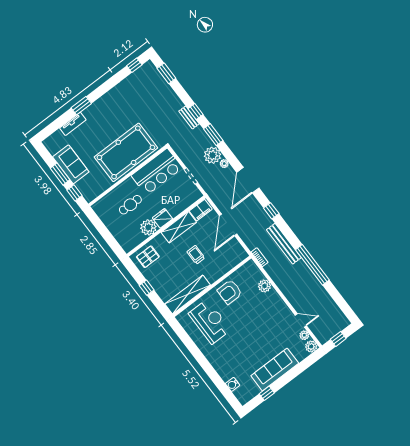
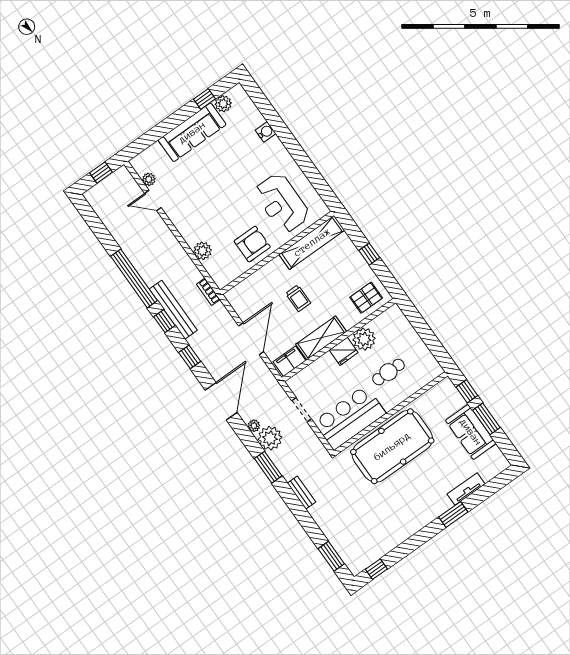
window: (196, 112) -> (164, 321), moved
plant: (311, 346) -> (223, 104), moved
water cooler: (233, 384) -> (266, 132), moved

